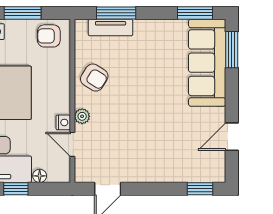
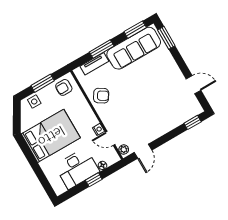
window: (116, 13) -> (102, 49), moved
sofa: (207, 63) -> (134, 48), moved, turned -90
plant: (82, 116) -> (124, 149), moved
door: (232, 137) -> (193, 85), swing flipped

